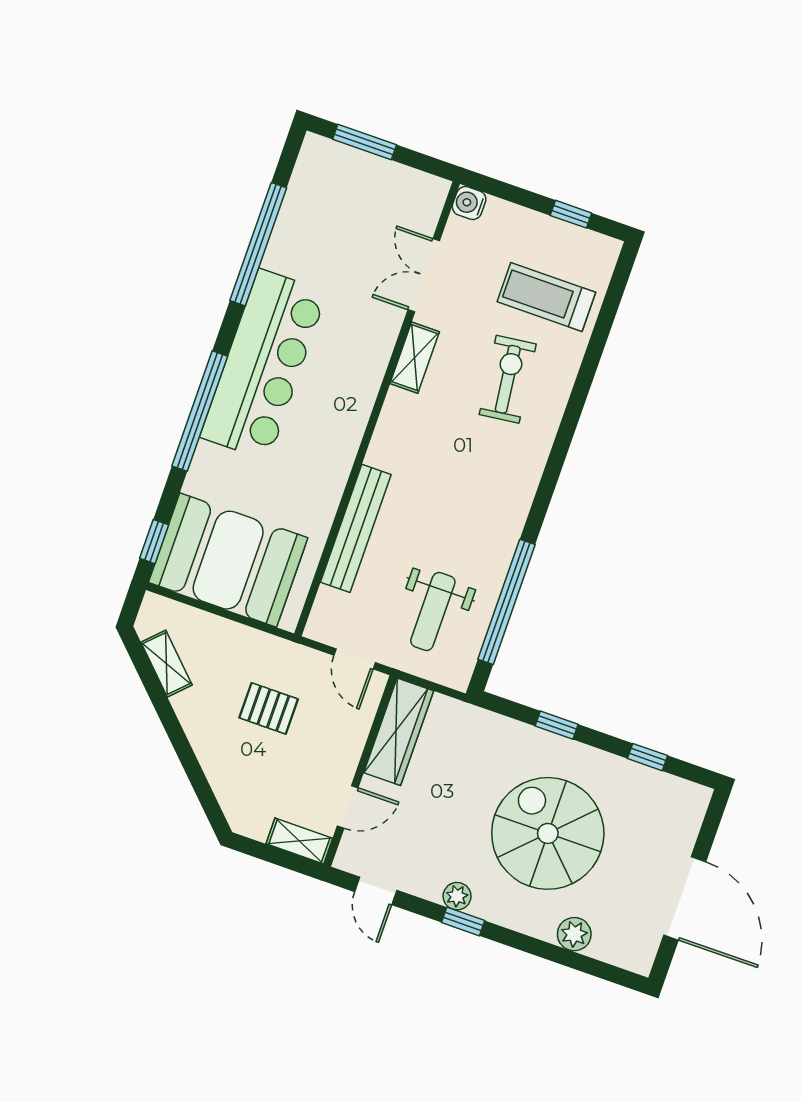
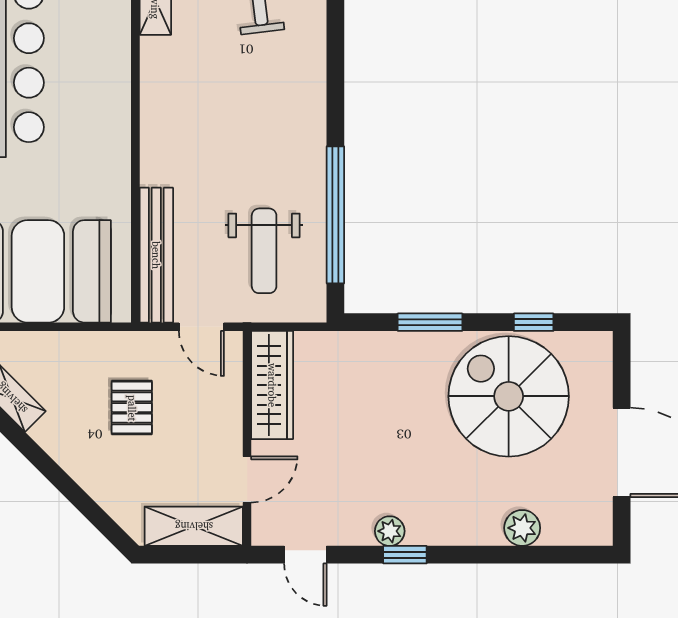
bench: (356, 528) -> (156, 255), moved
pallet: (269, 708) -> (132, 408), turned 90
window: (557, 725) -> (430, 322), width x1.50
spiral stairs: (548, 833) -> (509, 396), moved
shelving: (299, 841) -> (194, 526), width x1.50, depth x1.33

